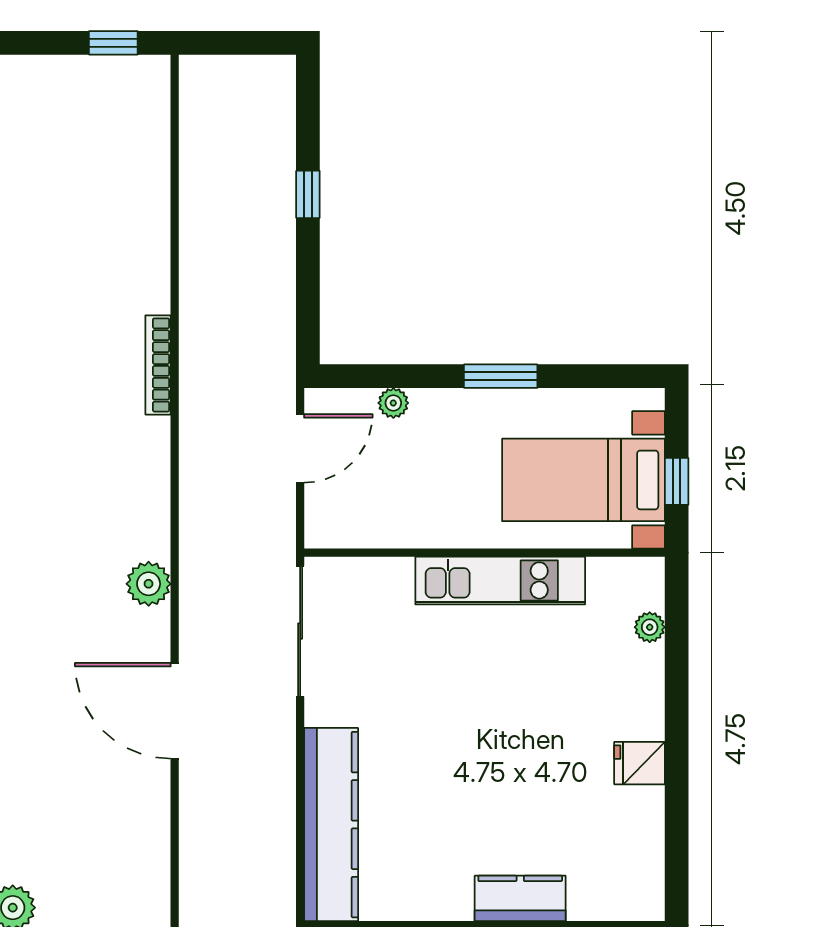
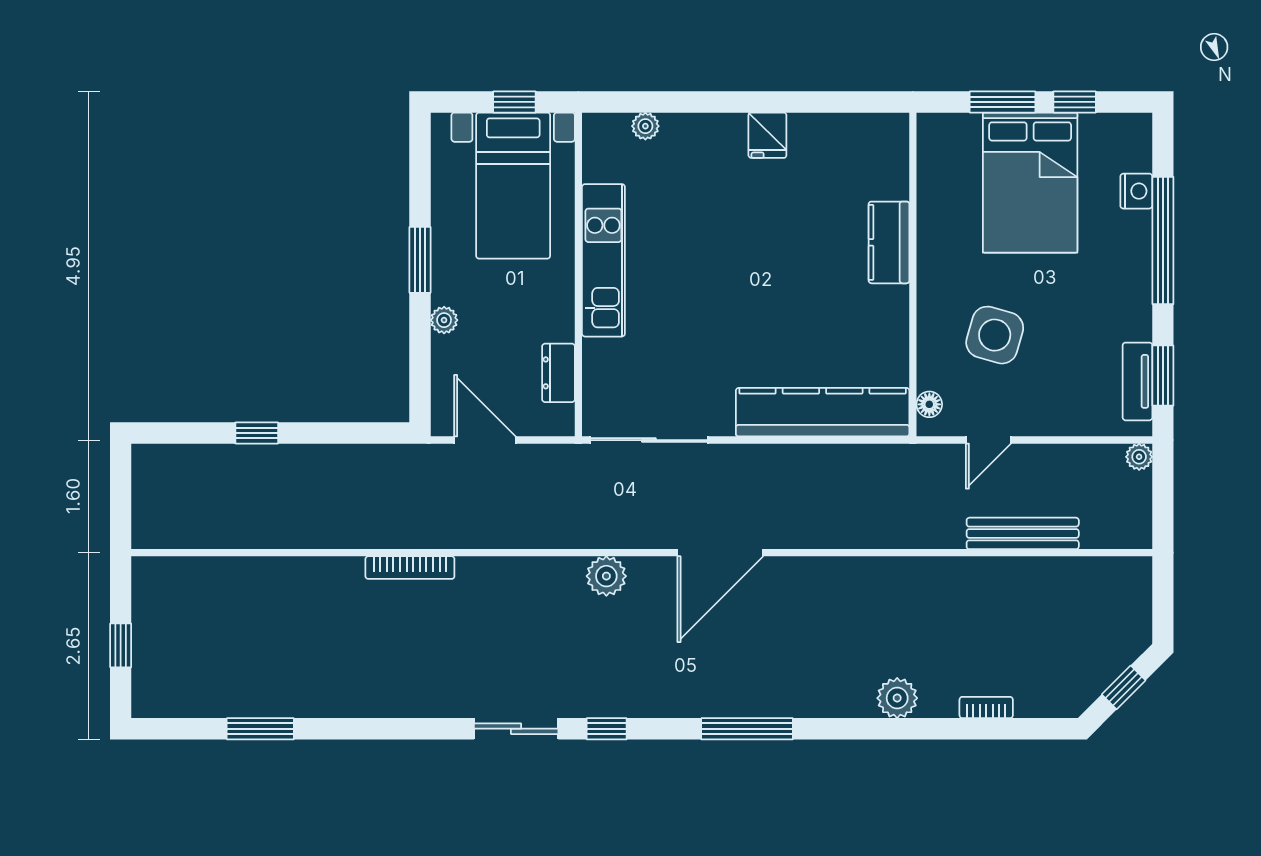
window: (113, 43) -> (121, 645), moved
plant: (393, 403) -> (444, 320), moved
dresser: (375, 530) -> (558, 373), added

